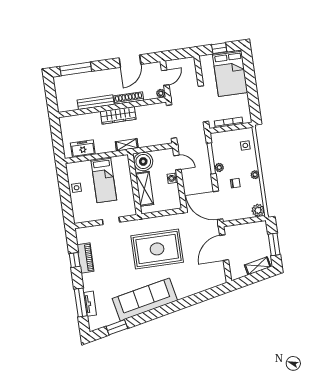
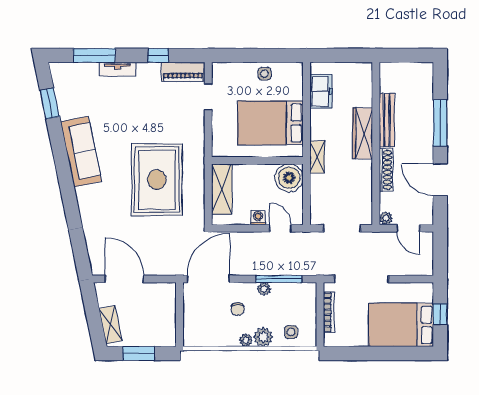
window: (76, 69) -> (440, 123), moved
wardrobe: (118, 115) -> (363, 133), moved
doorway: (172, 122) -> (342, 228), width x0.73
door: (177, 162) -> (280, 228), swing flipped
bed: (104, 180) -> (270, 123), width x1.50
shelving: (145, 189) -> (222, 189), moved, turned 90
plant: (258, 210) -> (263, 337), moved
doorway: (111, 221) -> (208, 97), moved
door: (224, 248) -> (124, 279), moved
piano: (85, 258) -> (183, 72), moved
sofa: (145, 300) -> (81, 152), width x0.74, depth x0.79
tv unit: (90, 304) -> (118, 69), moved

